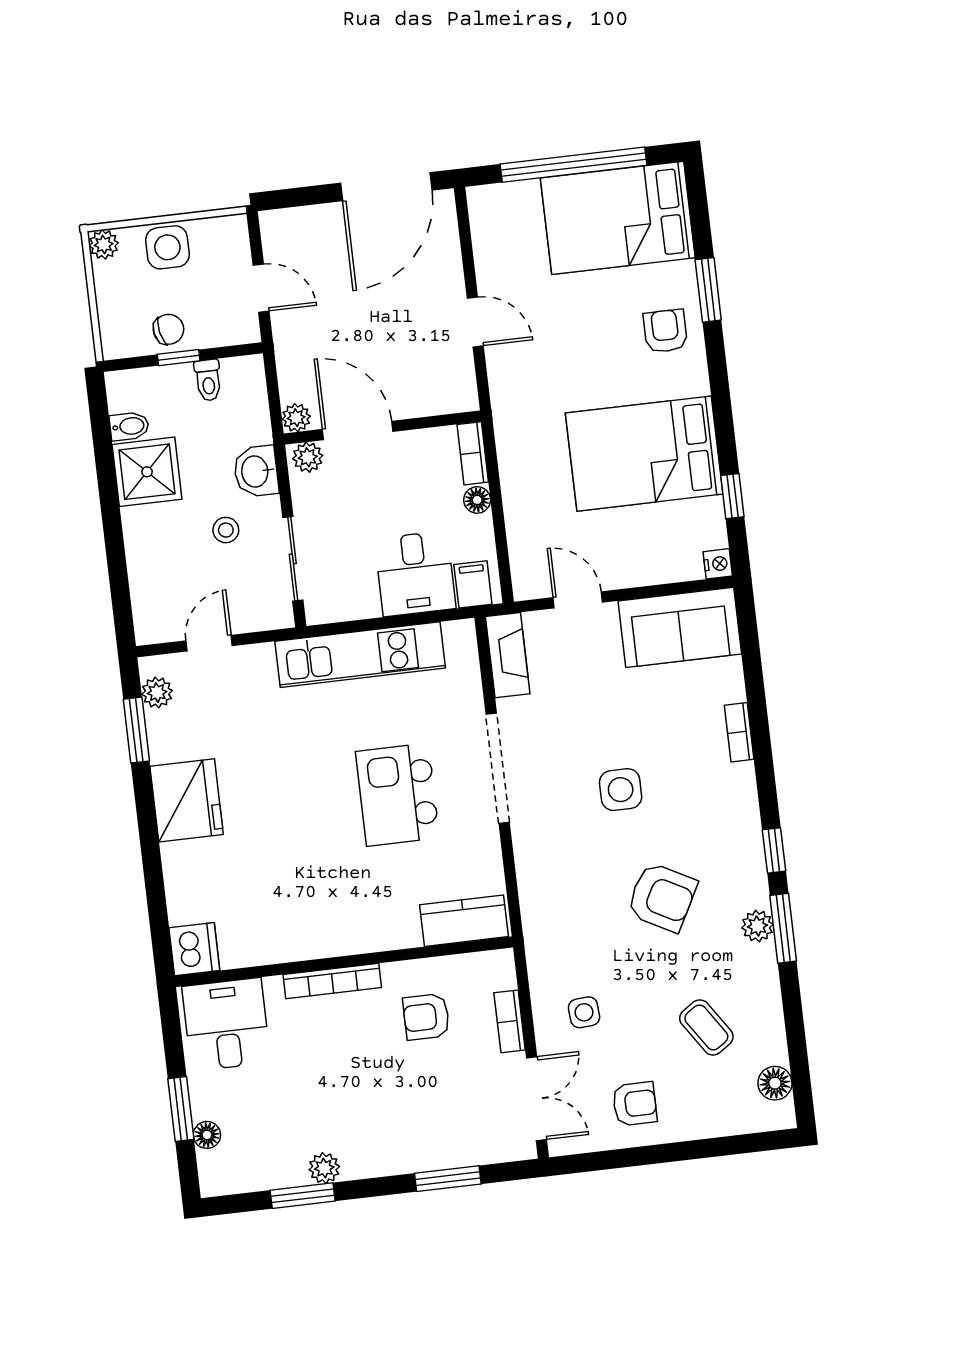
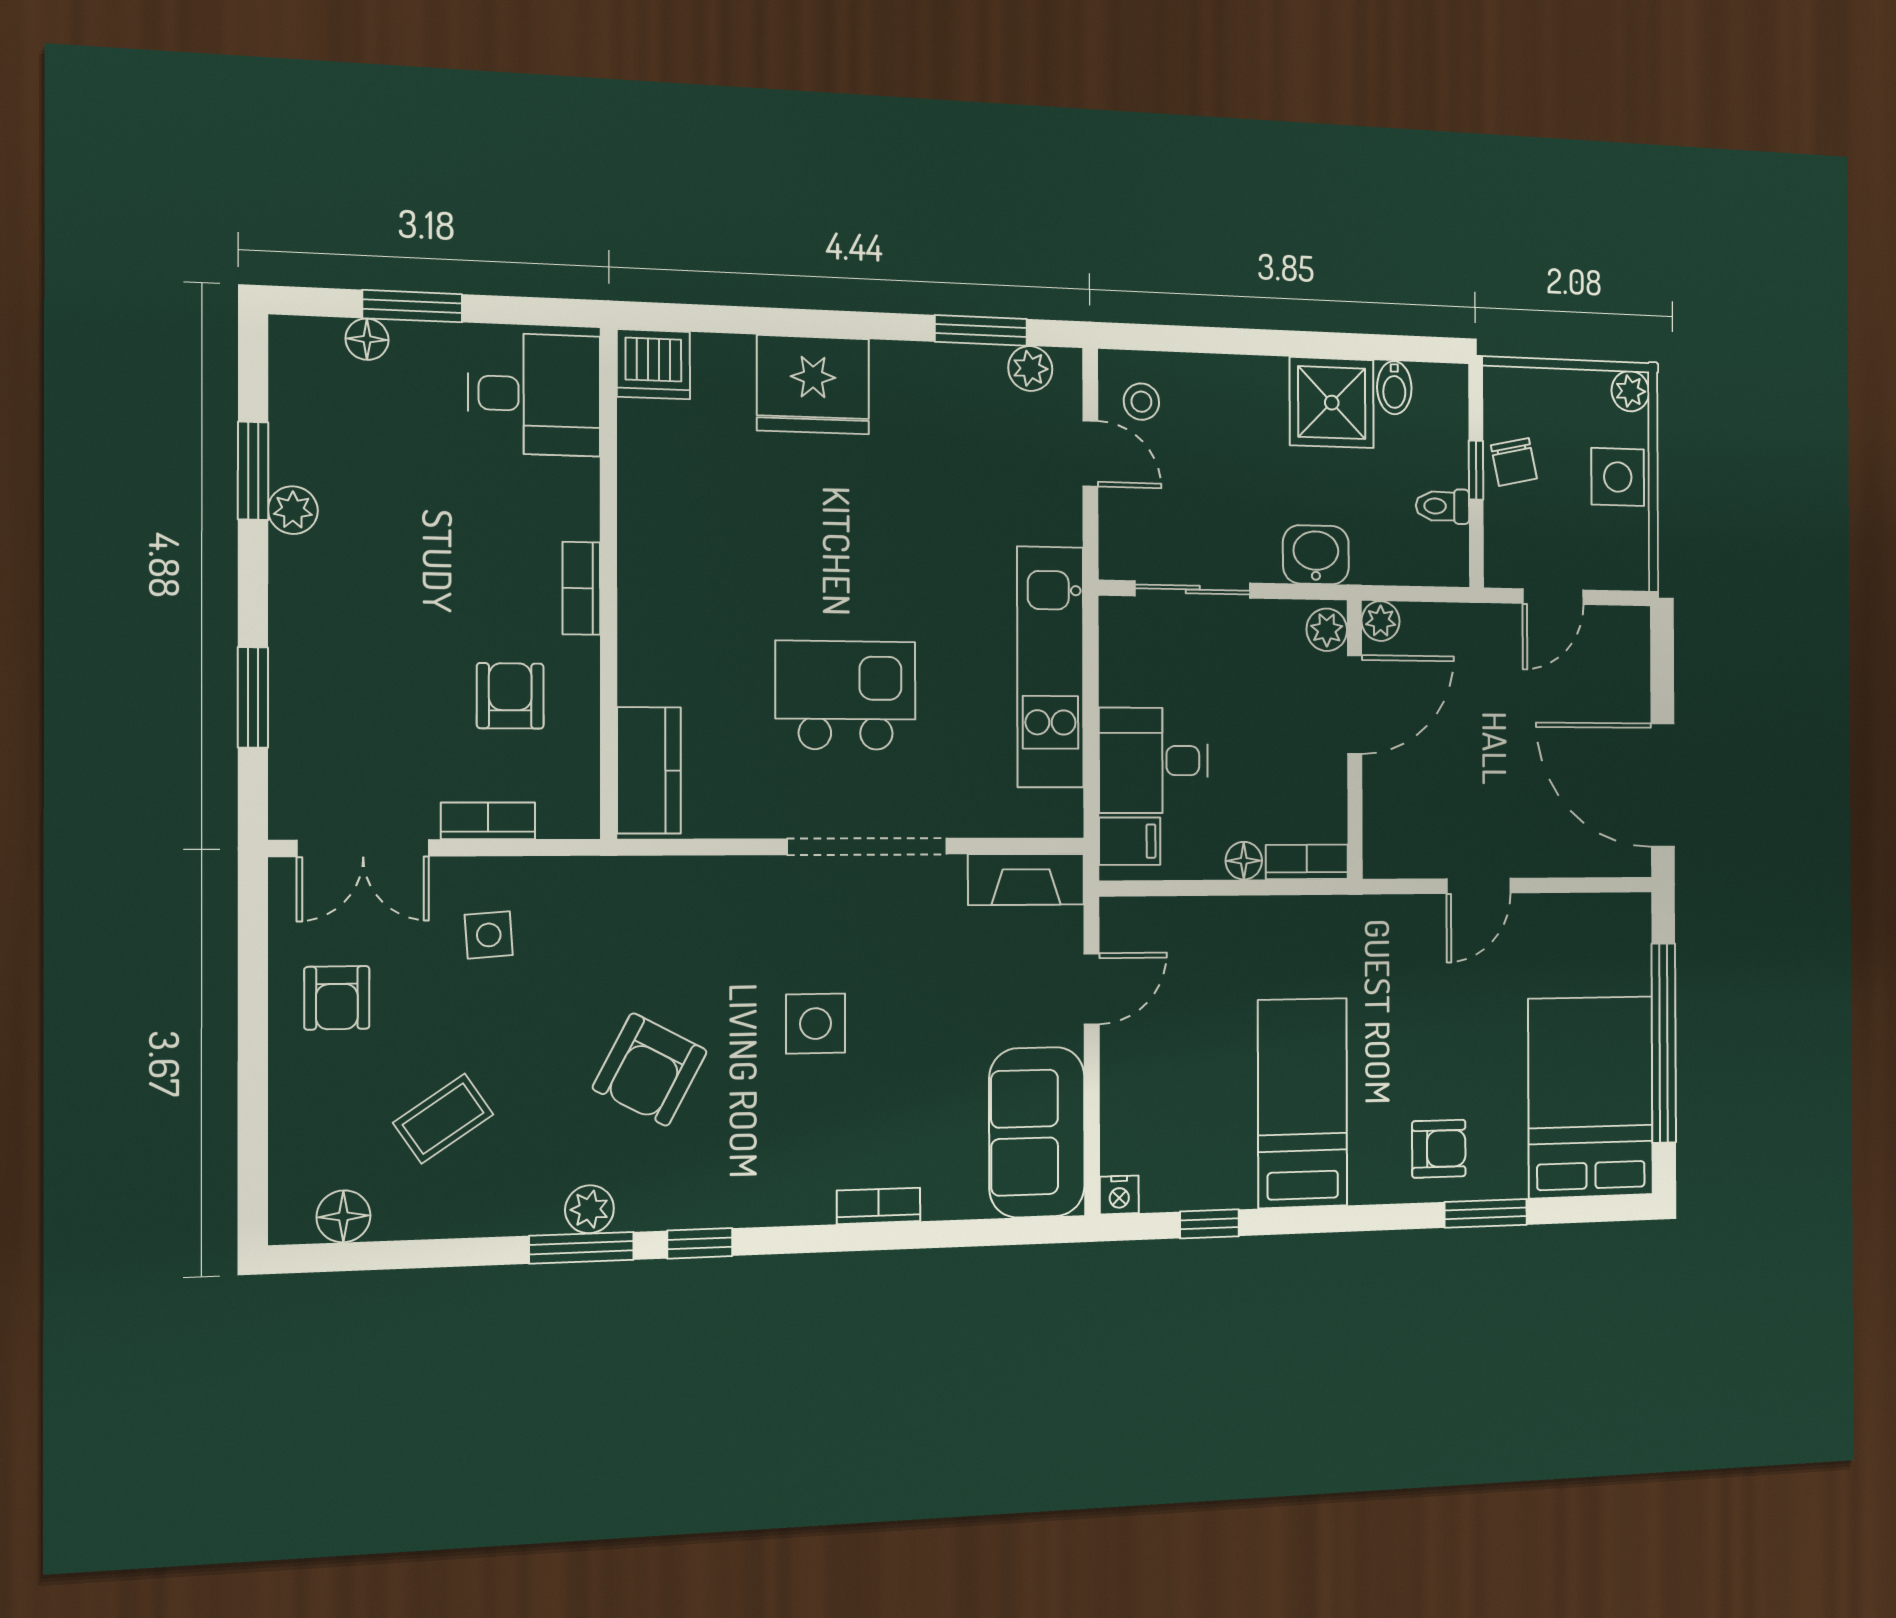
bed: (644, 454) -> (1303, 1103), width x0.67
stool: (226, 530) -> (1141, 402), moved
fridge: (187, 800) -> (813, 385), moved
bookcase: (332, 981) -> (581, 588), width x0.64

